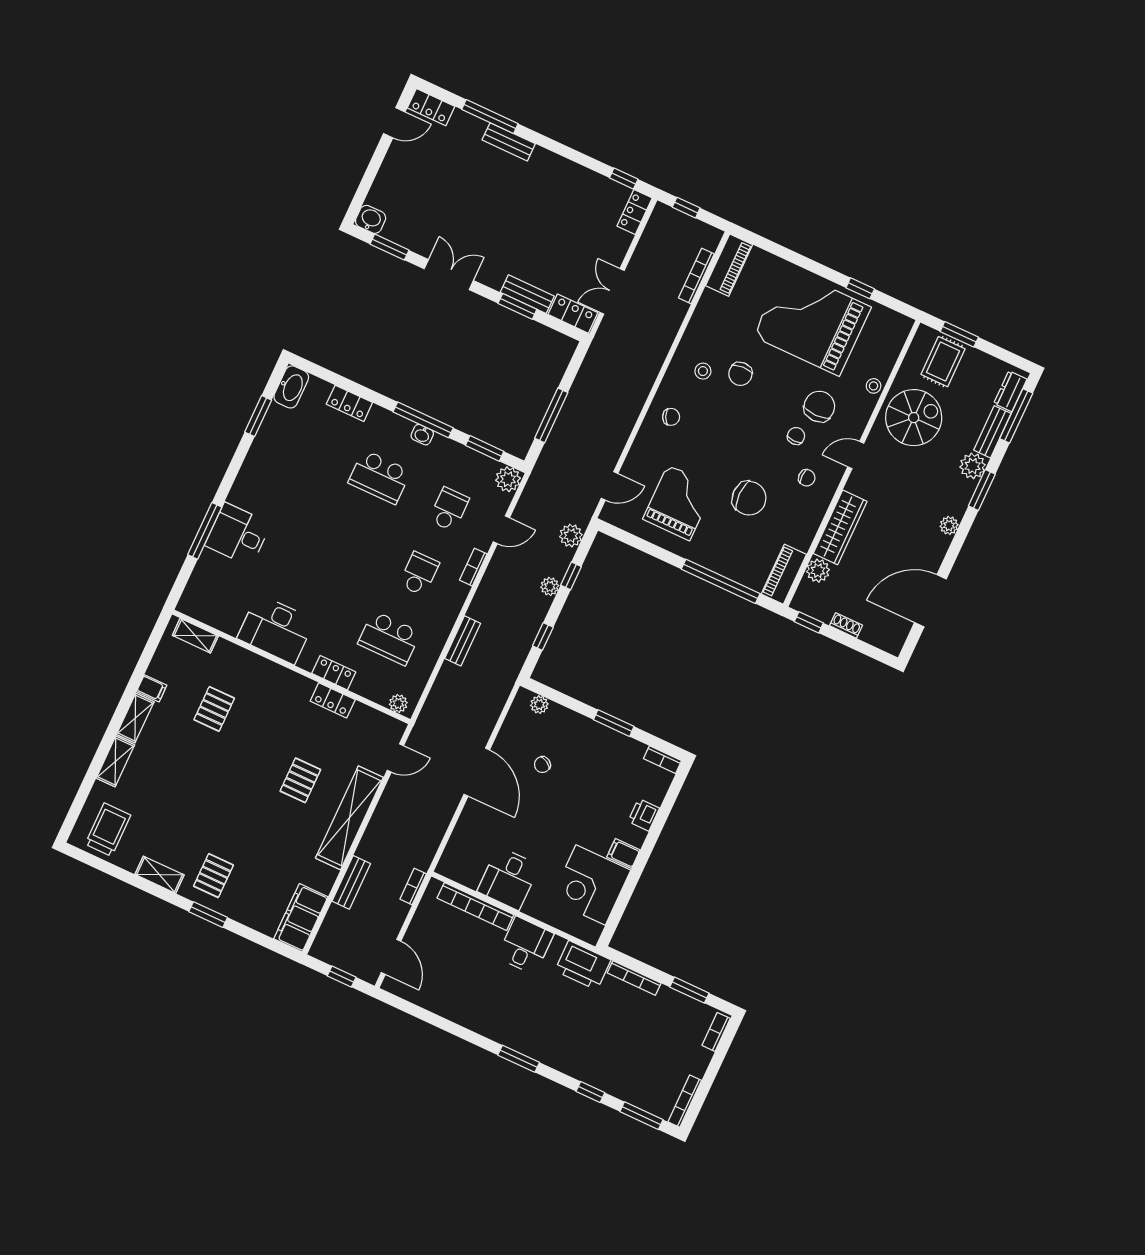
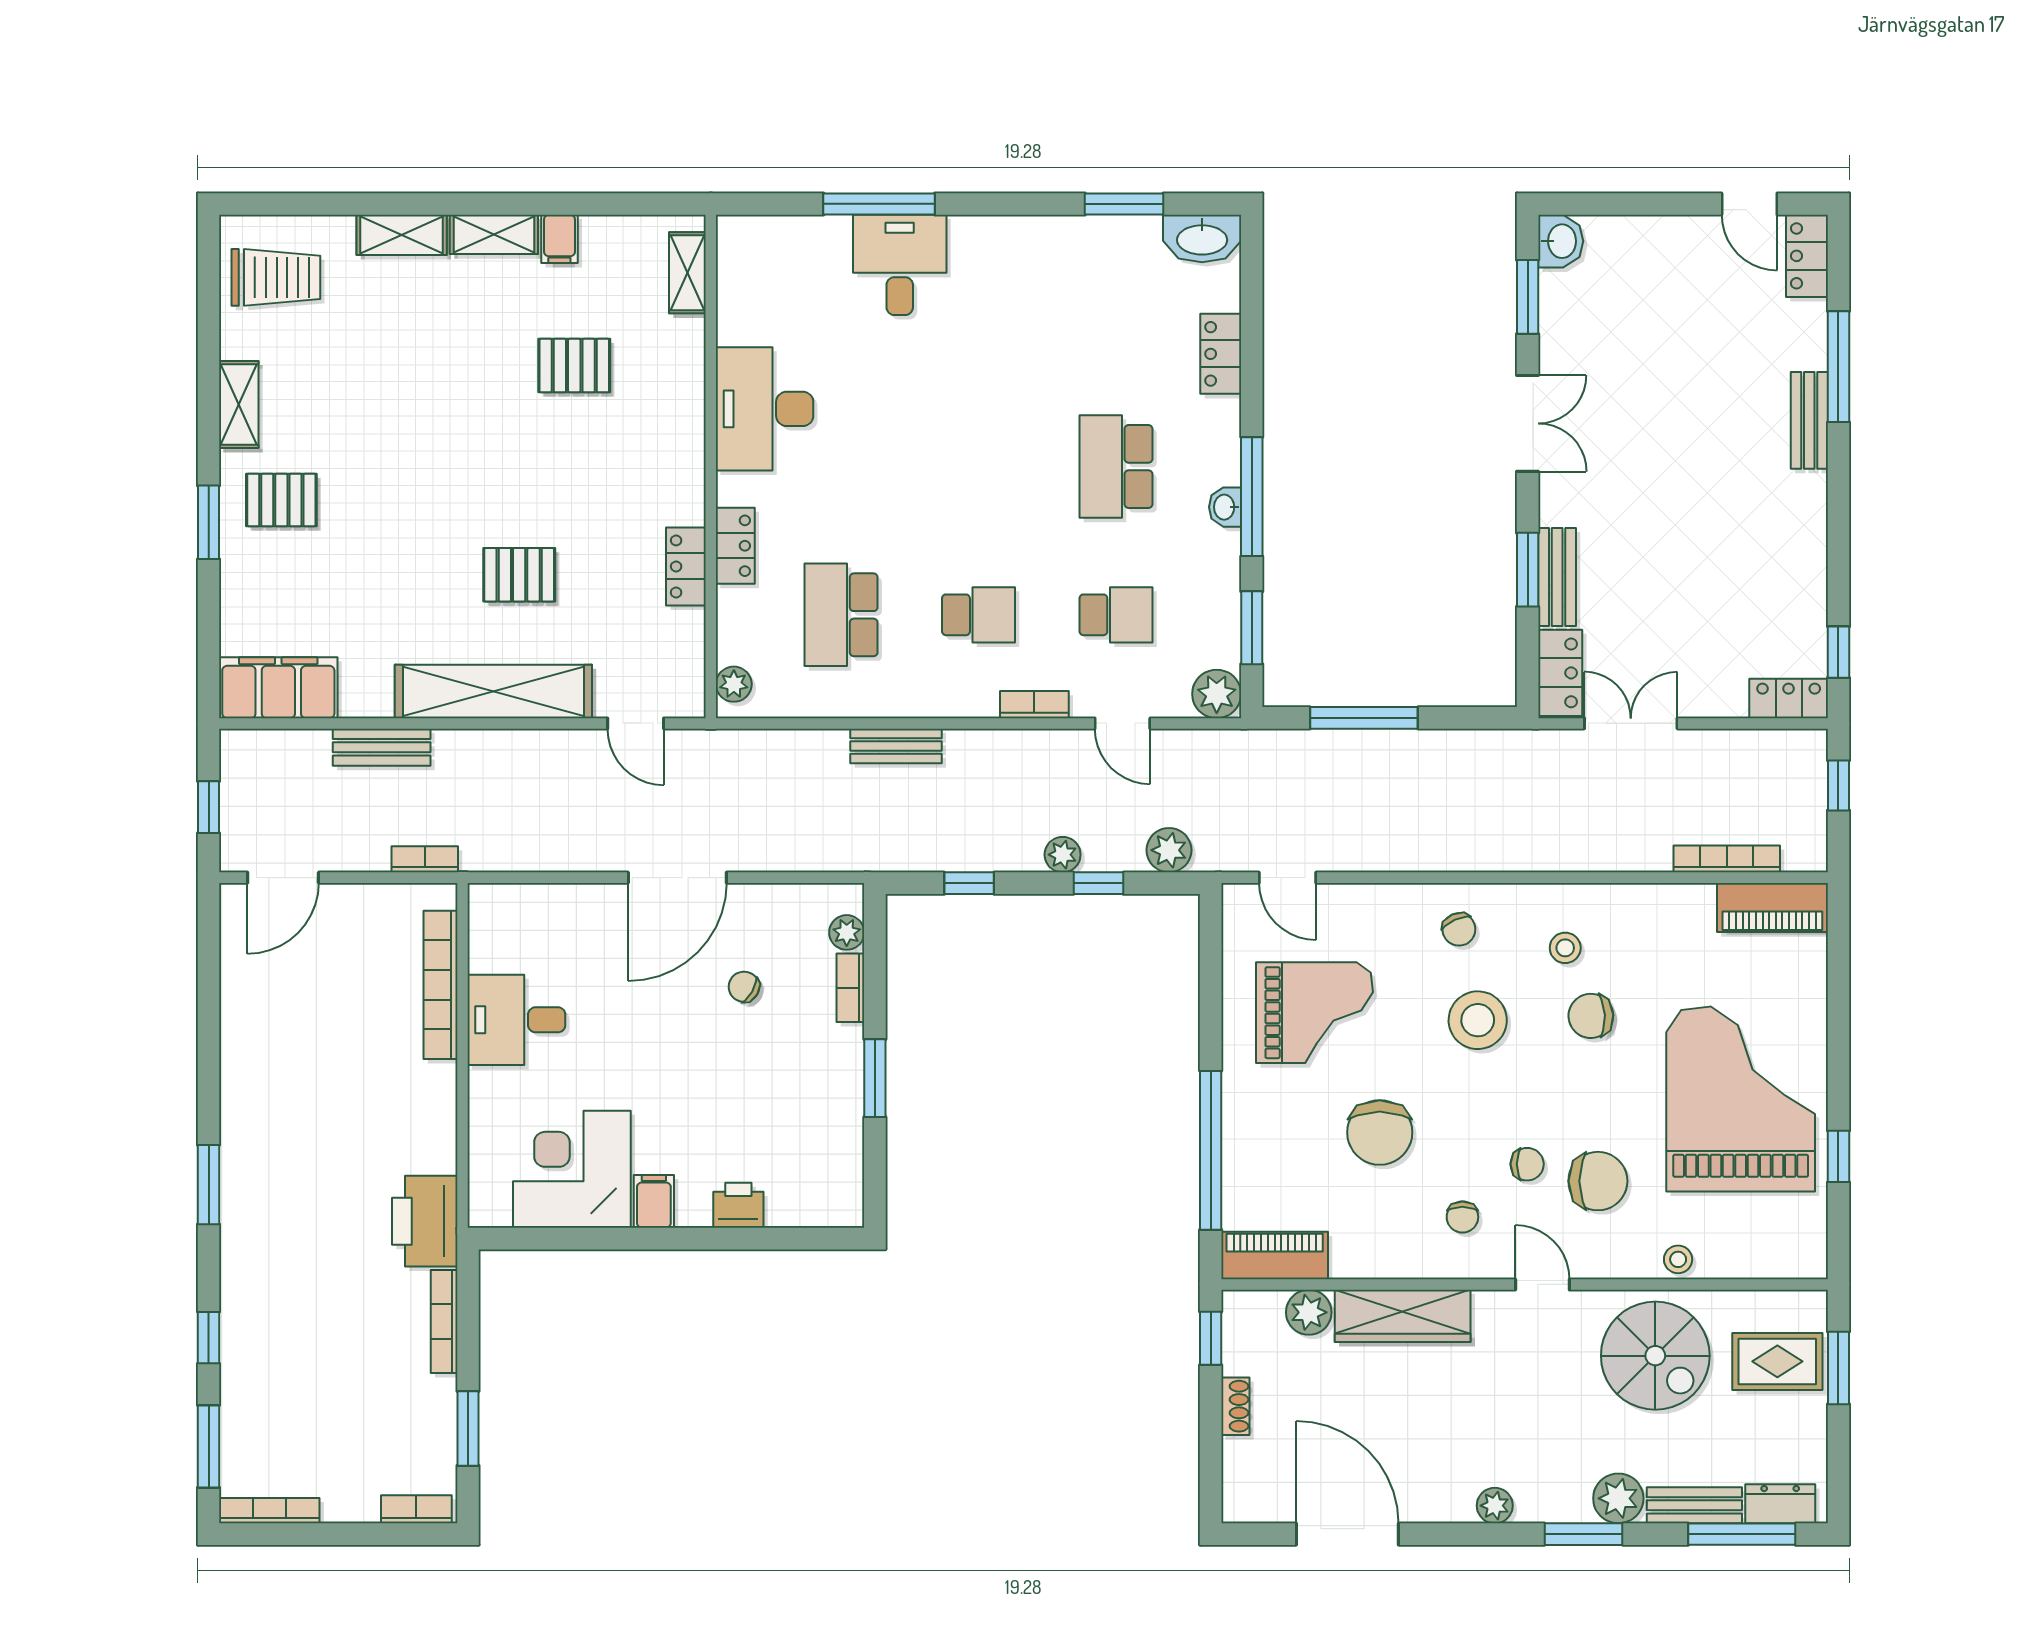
stool: (718, 428) -> (1478, 1020), added
bookcase: (663, 760) -> (850, 988), moved
desk: (525, 945) -> (413, 1104), removed

